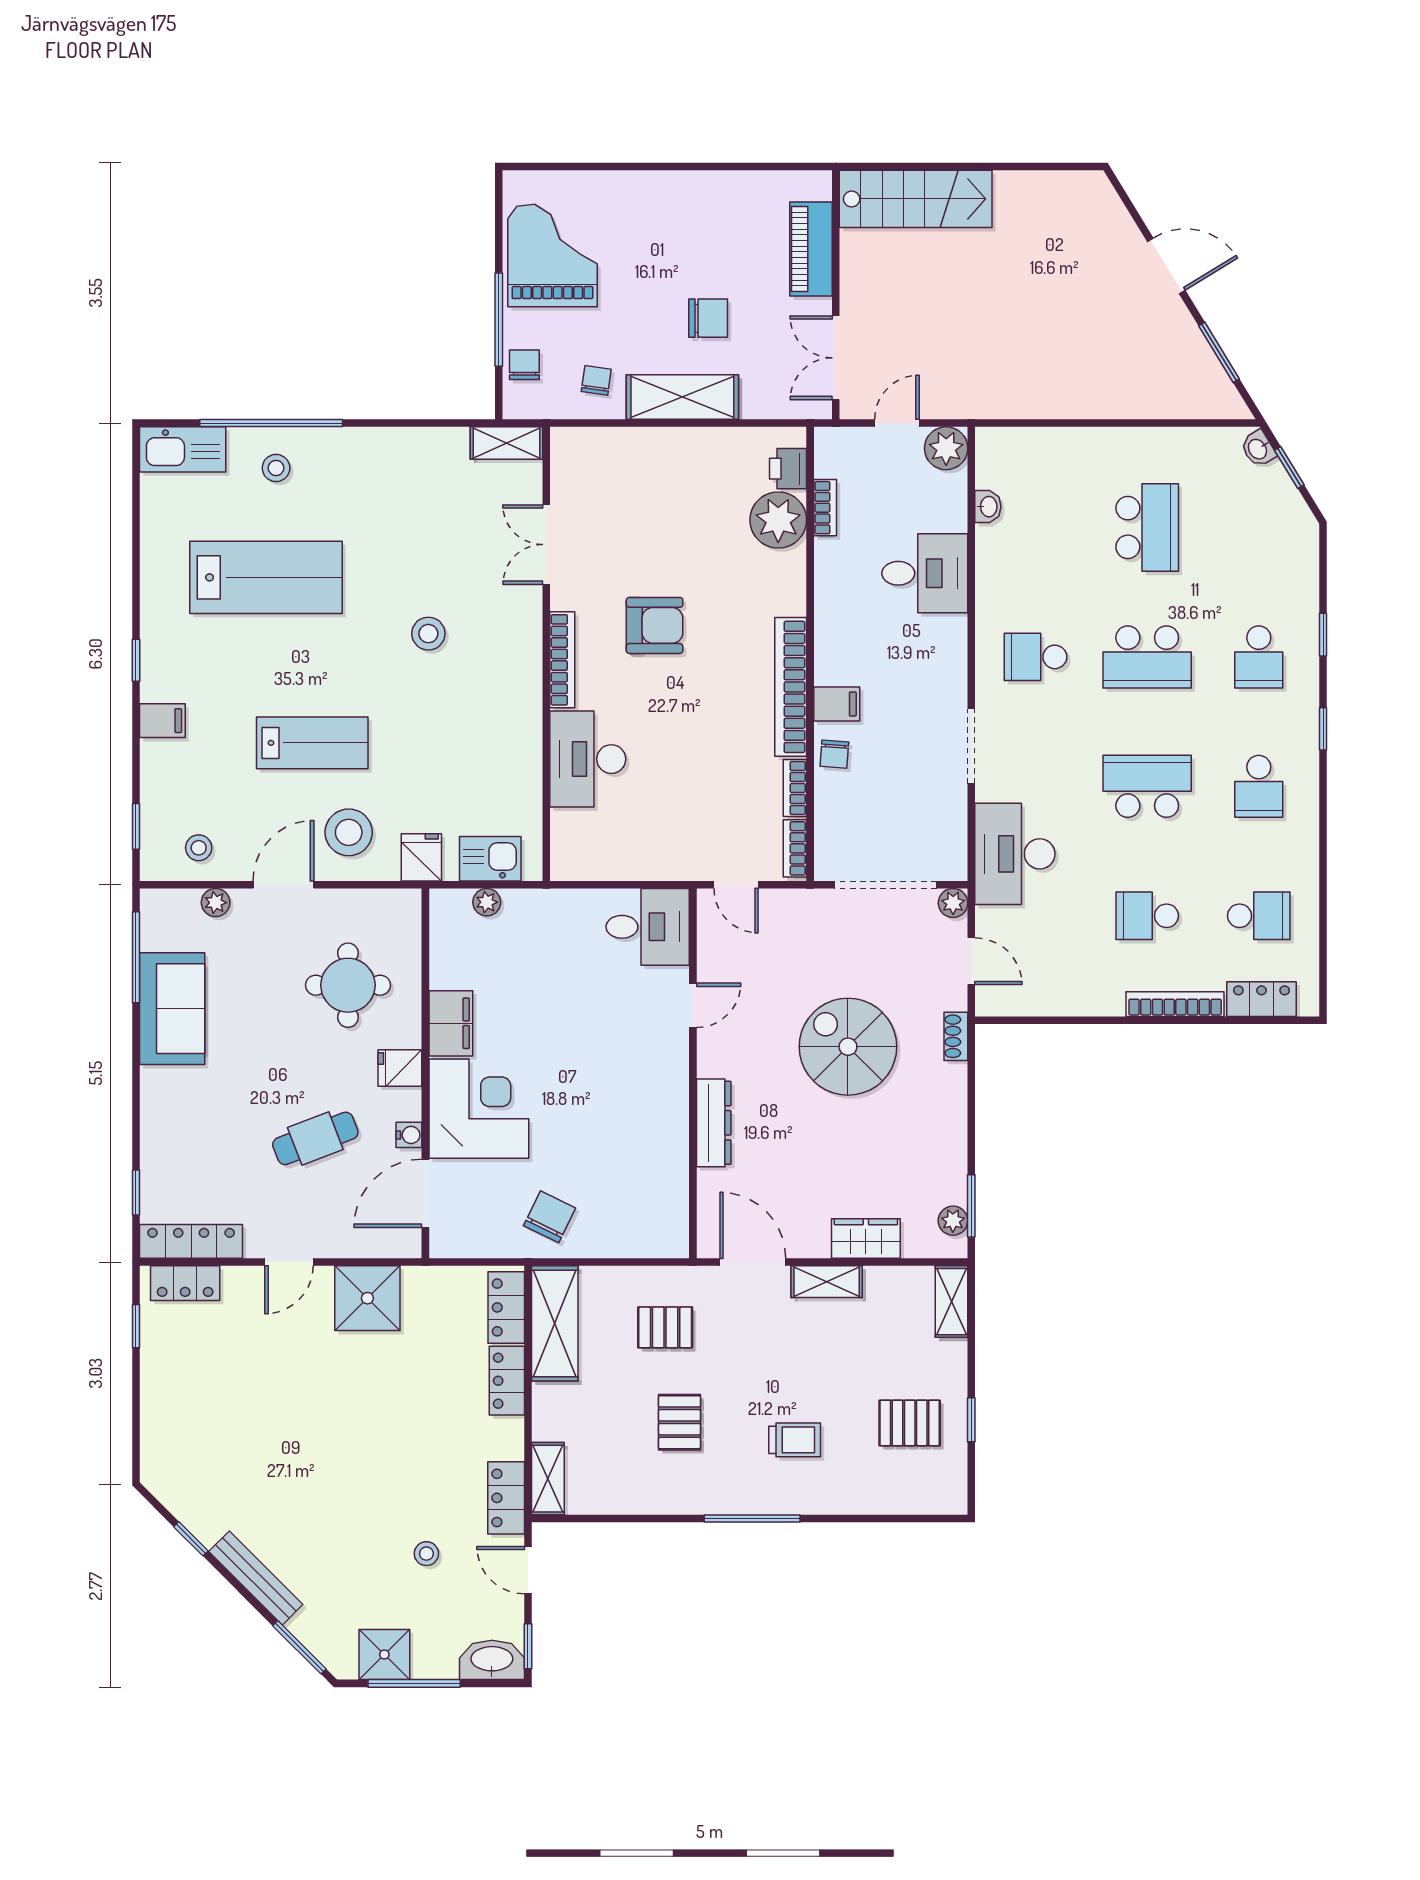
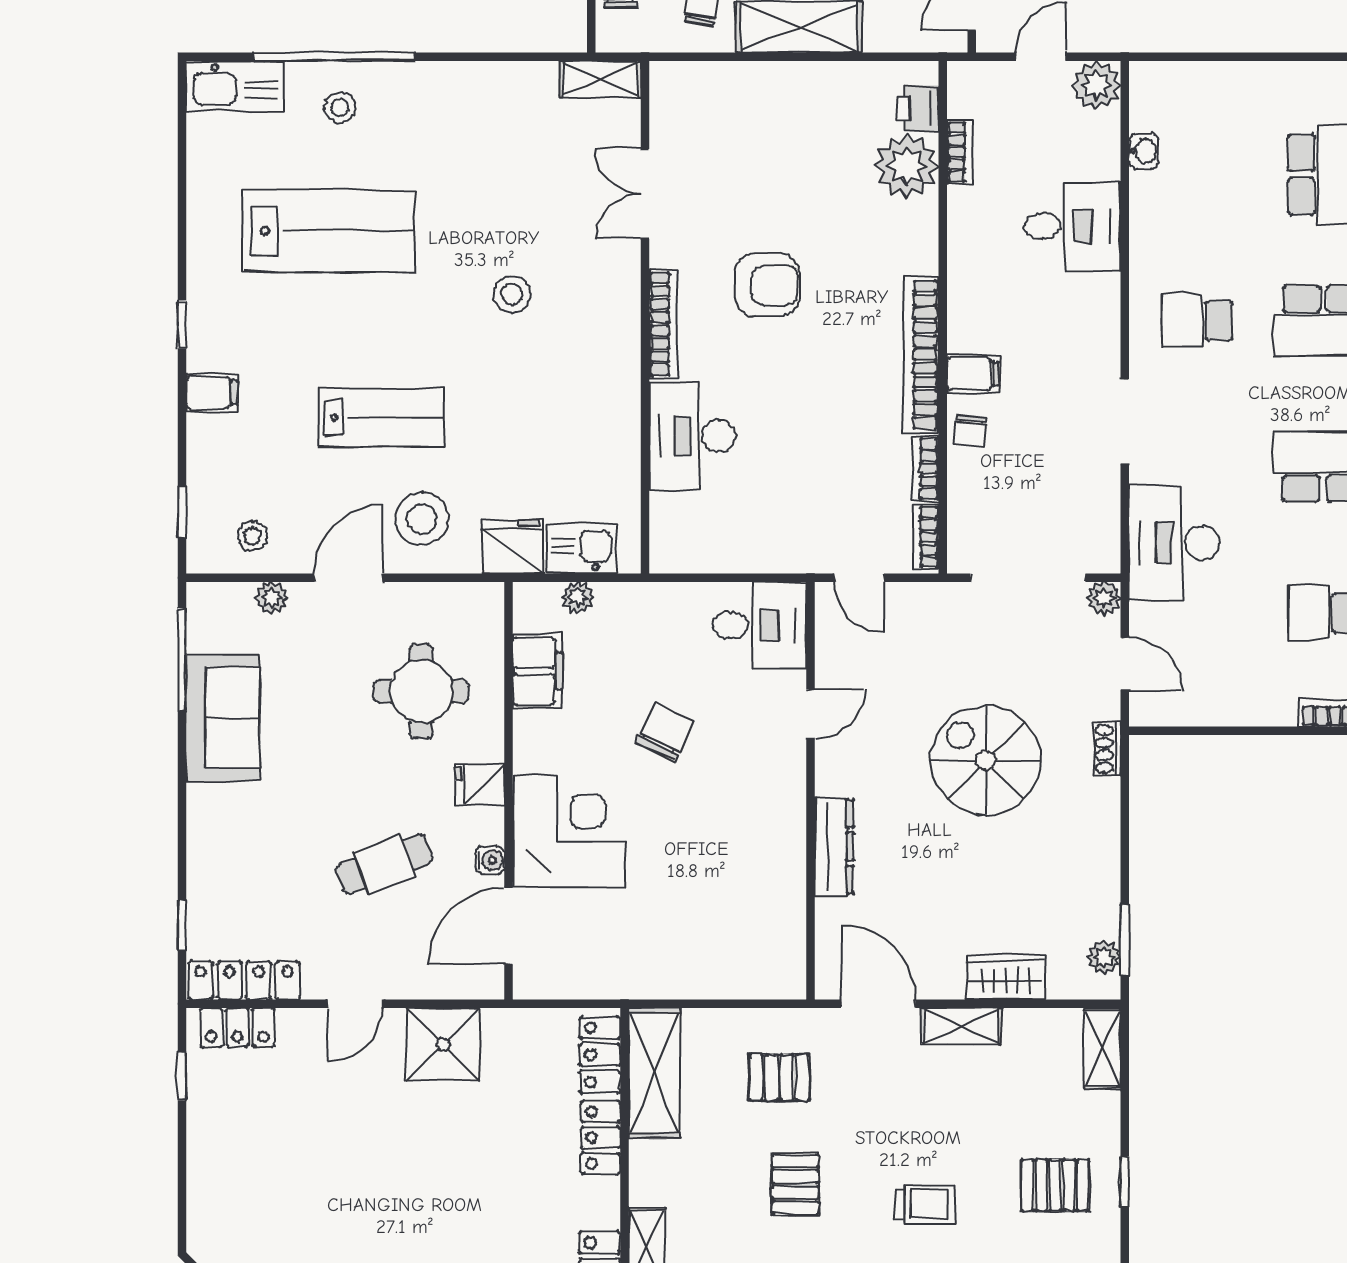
fridge: (421, 857) -> (513, 547), width x1.38
filing cabinet: (451, 1023) -> (537, 671), moved
chair: (550, 1217) -> (665, 732), moved

